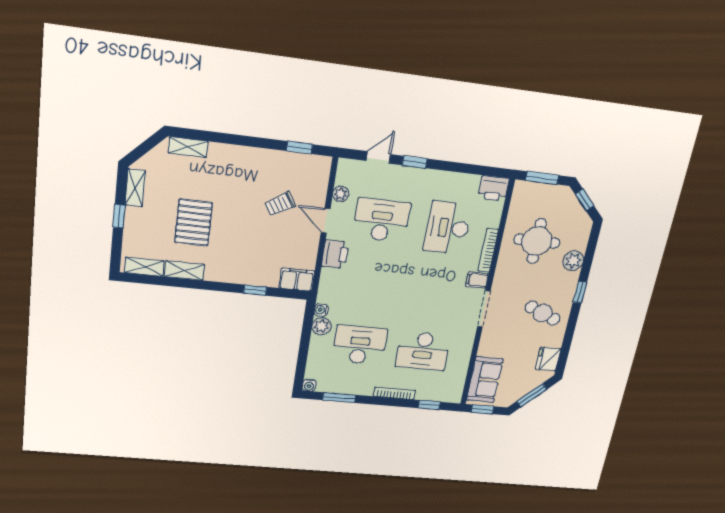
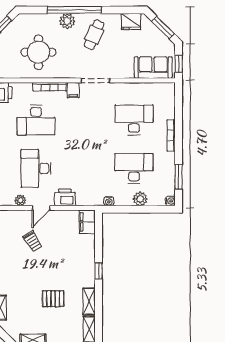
pallet: (194, 223) -> (53, 299), width x0.67, depth x0.71
plant: (573, 261) -> (67, 21), moved
window: (255, 290) -> (99, 271), moved
window: (580, 292) -> (74, 10), width x3.17
plant: (321, 326) -> (140, 199), moved
desk: (360, 345) -> (134, 168), turned 90
desk: (423, 351) -> (134, 120), turned -90
window: (429, 405) -> (179, 107), removed

